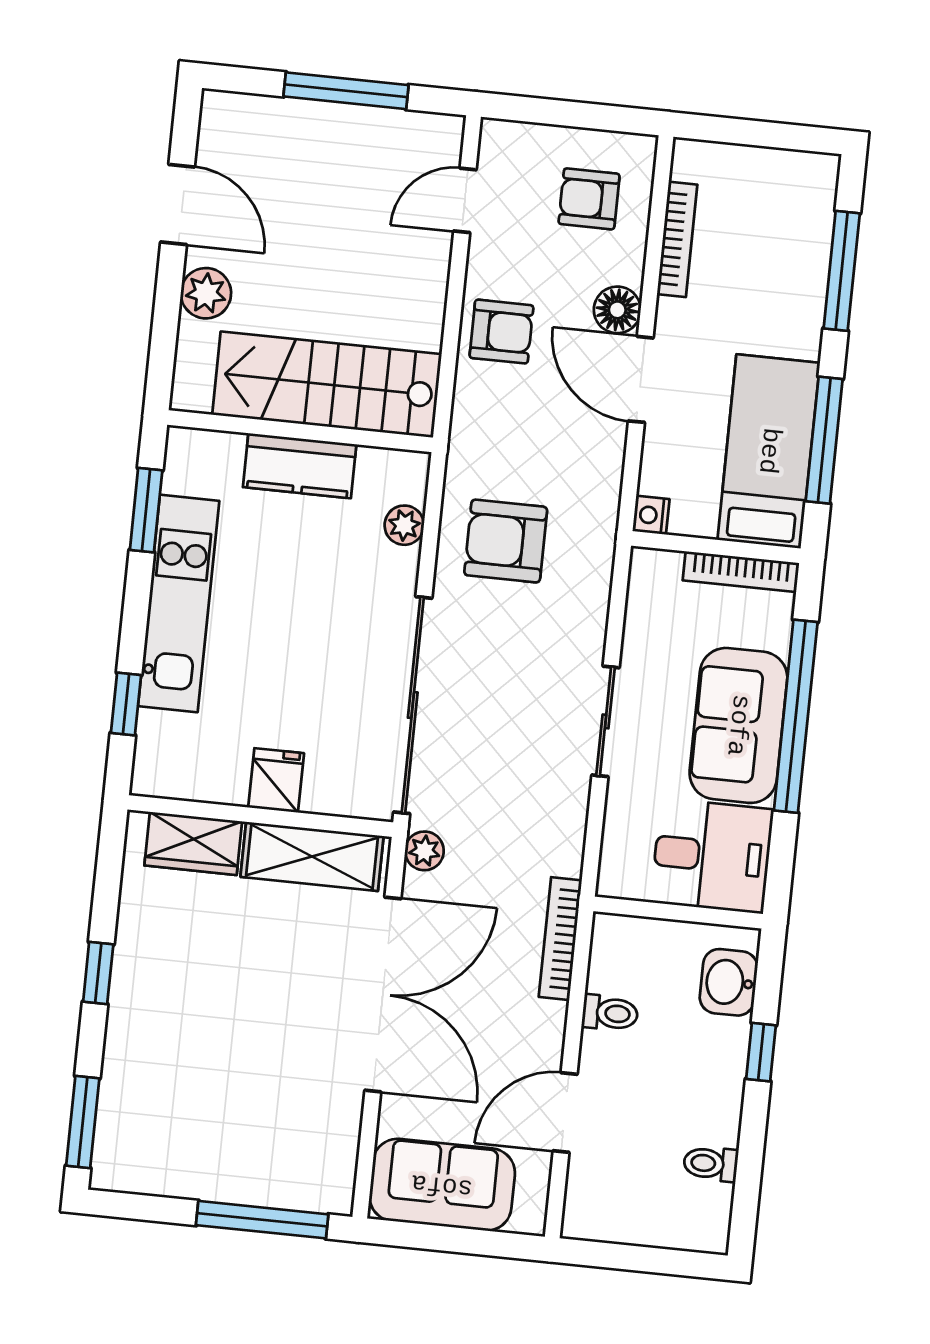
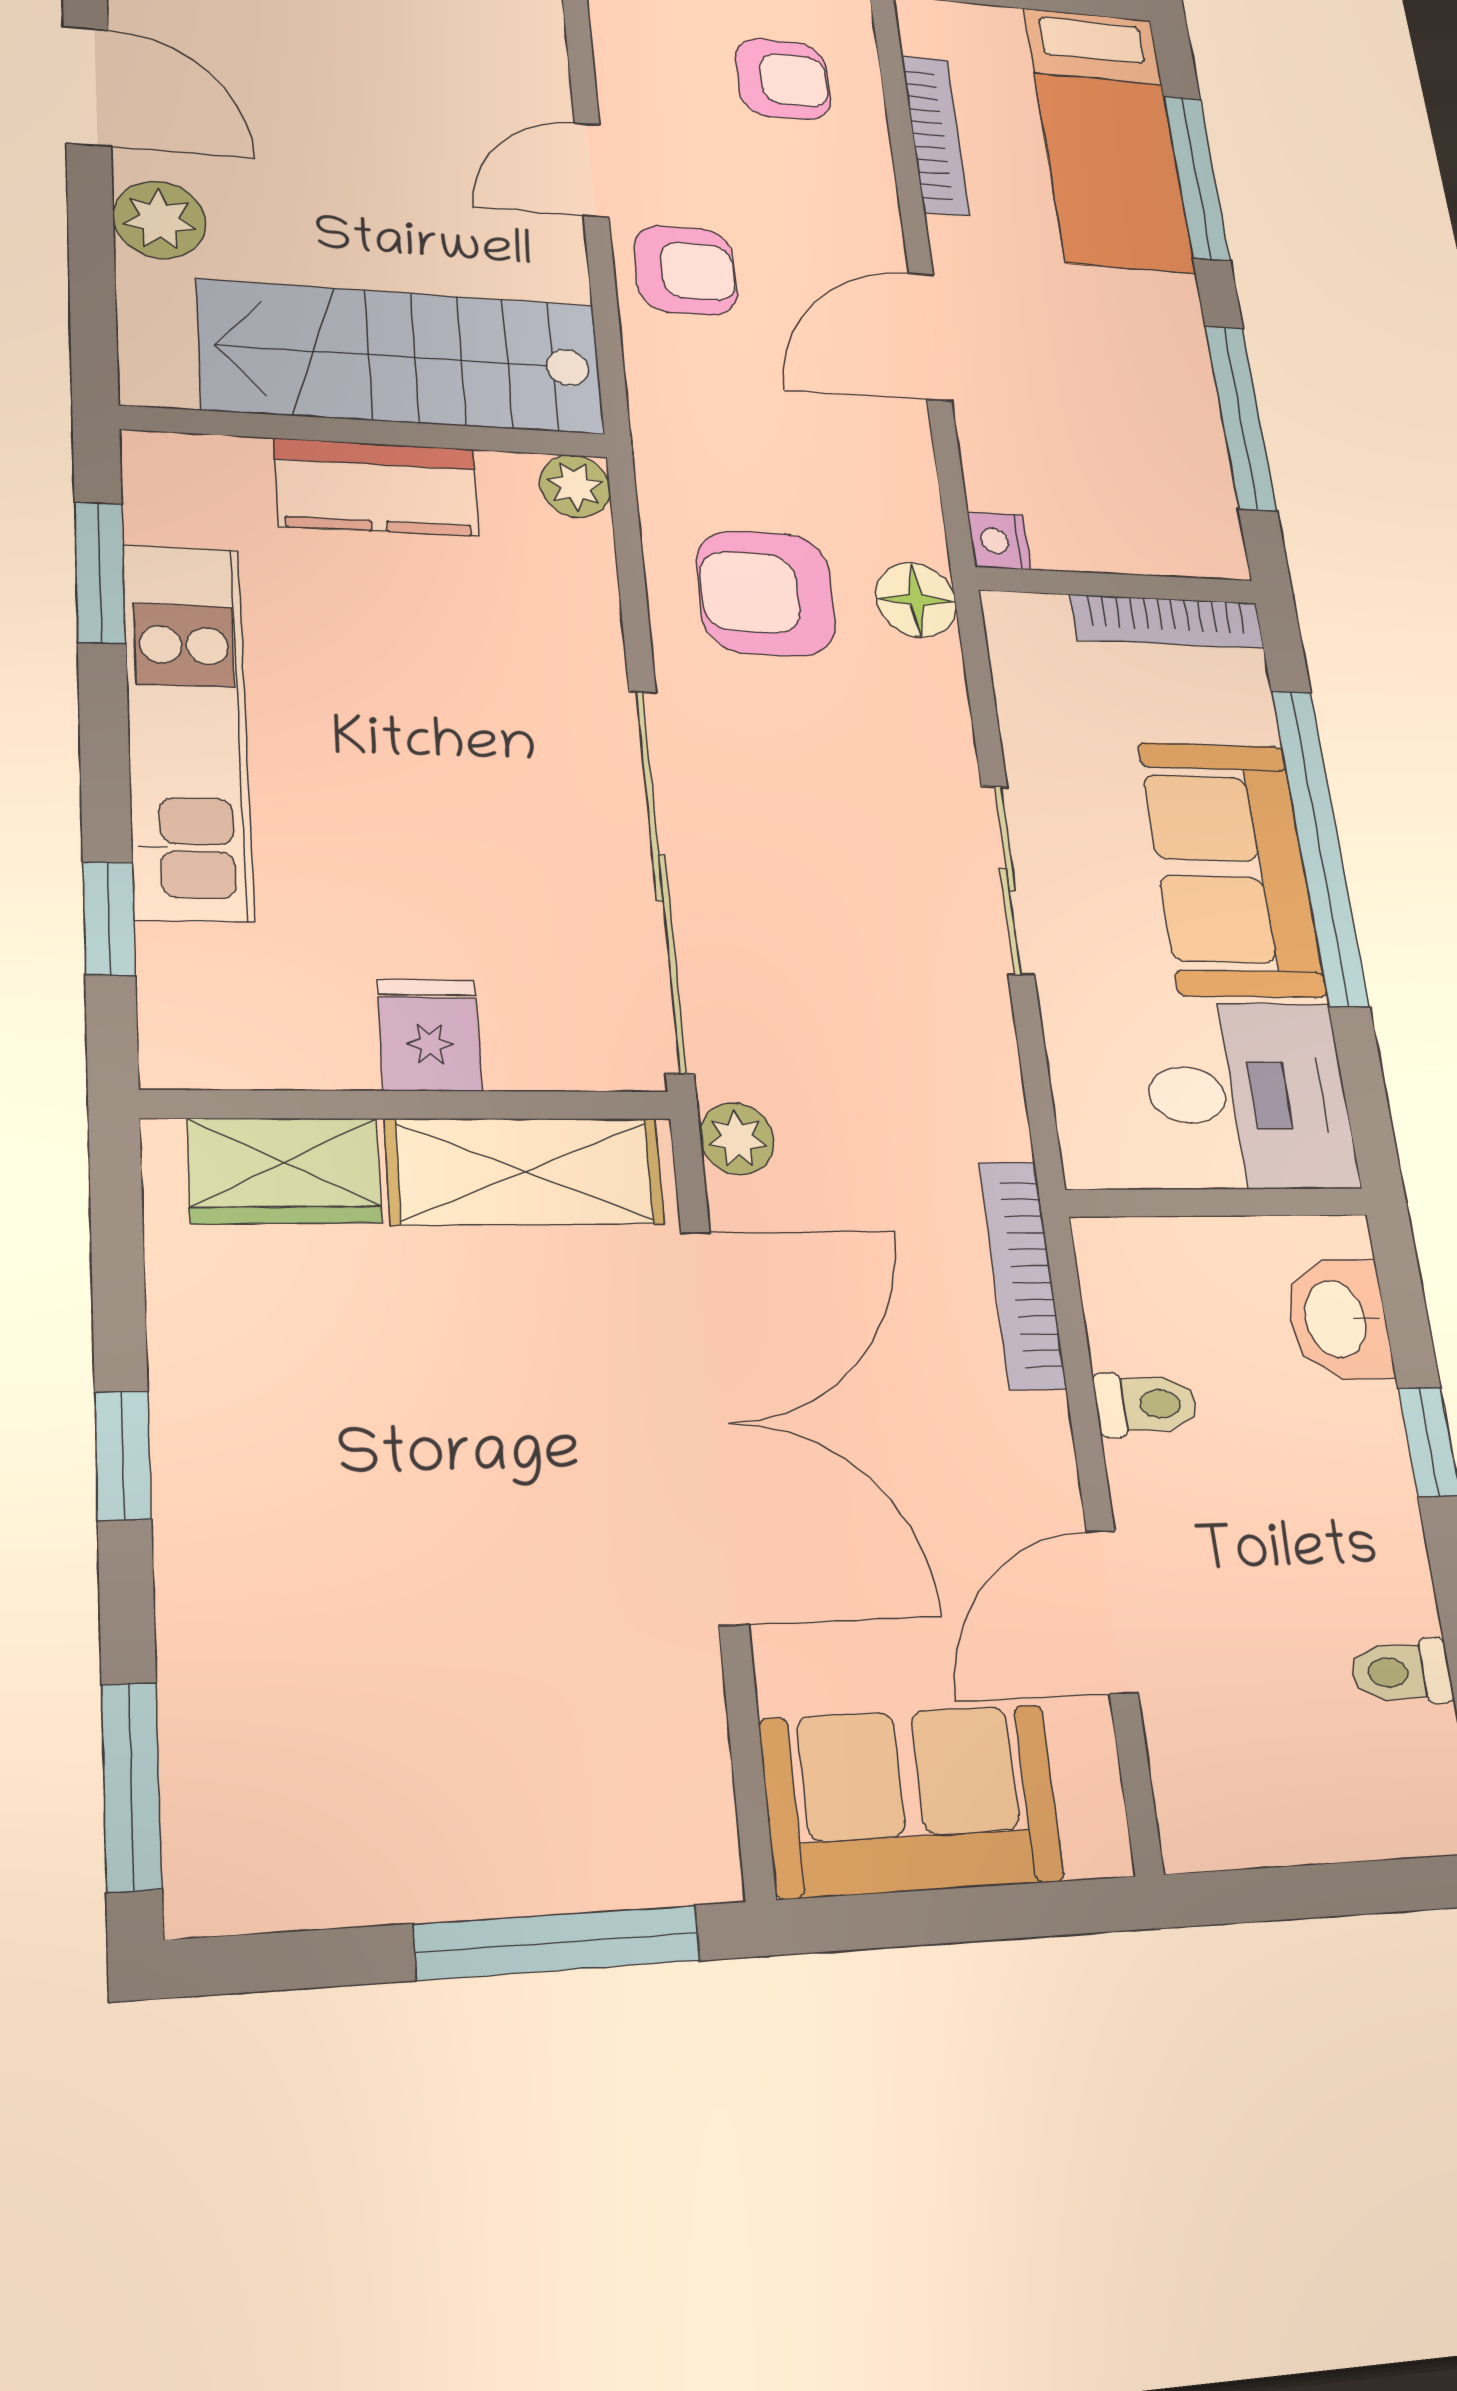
armchair: (589, 199) -> (783, 79), turned 180
door: (465, 200) -> (592, 170), moved
floor lamp: (617, 310) -> (916, 600), moved
door: (641, 379) -> (930, 337), hinge flipped
bed: (769, 451) -> (1109, 139), moved, turned 180
plant: (404, 525) -> (575, 486), moved

